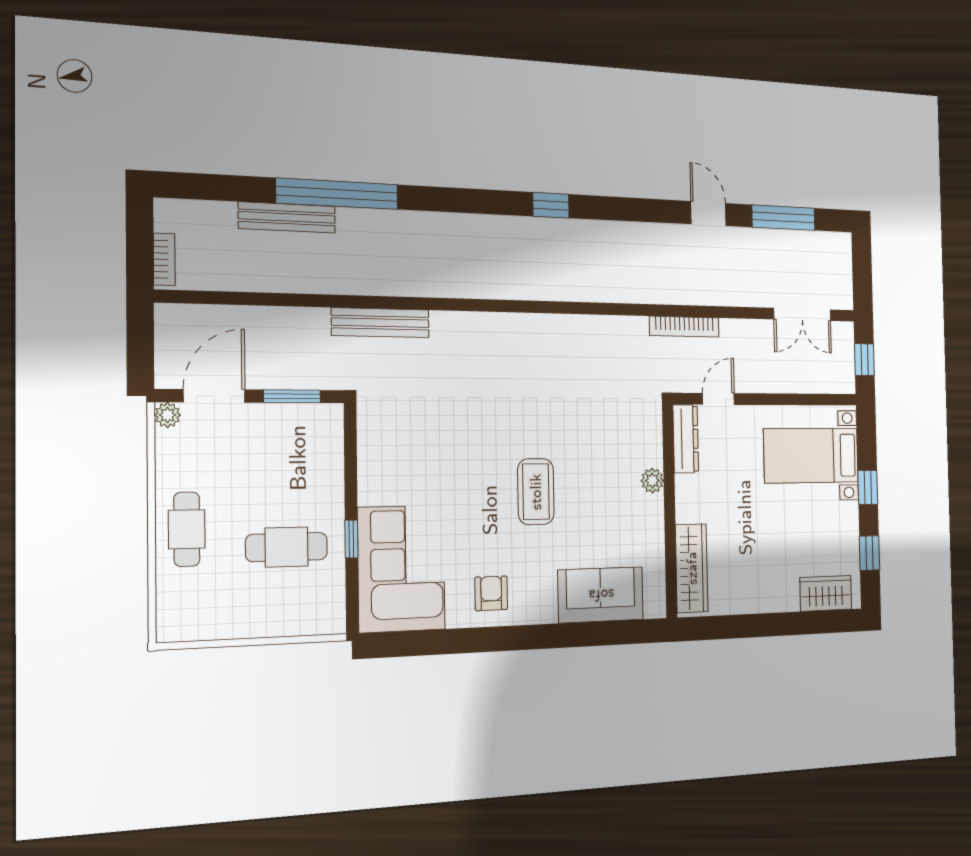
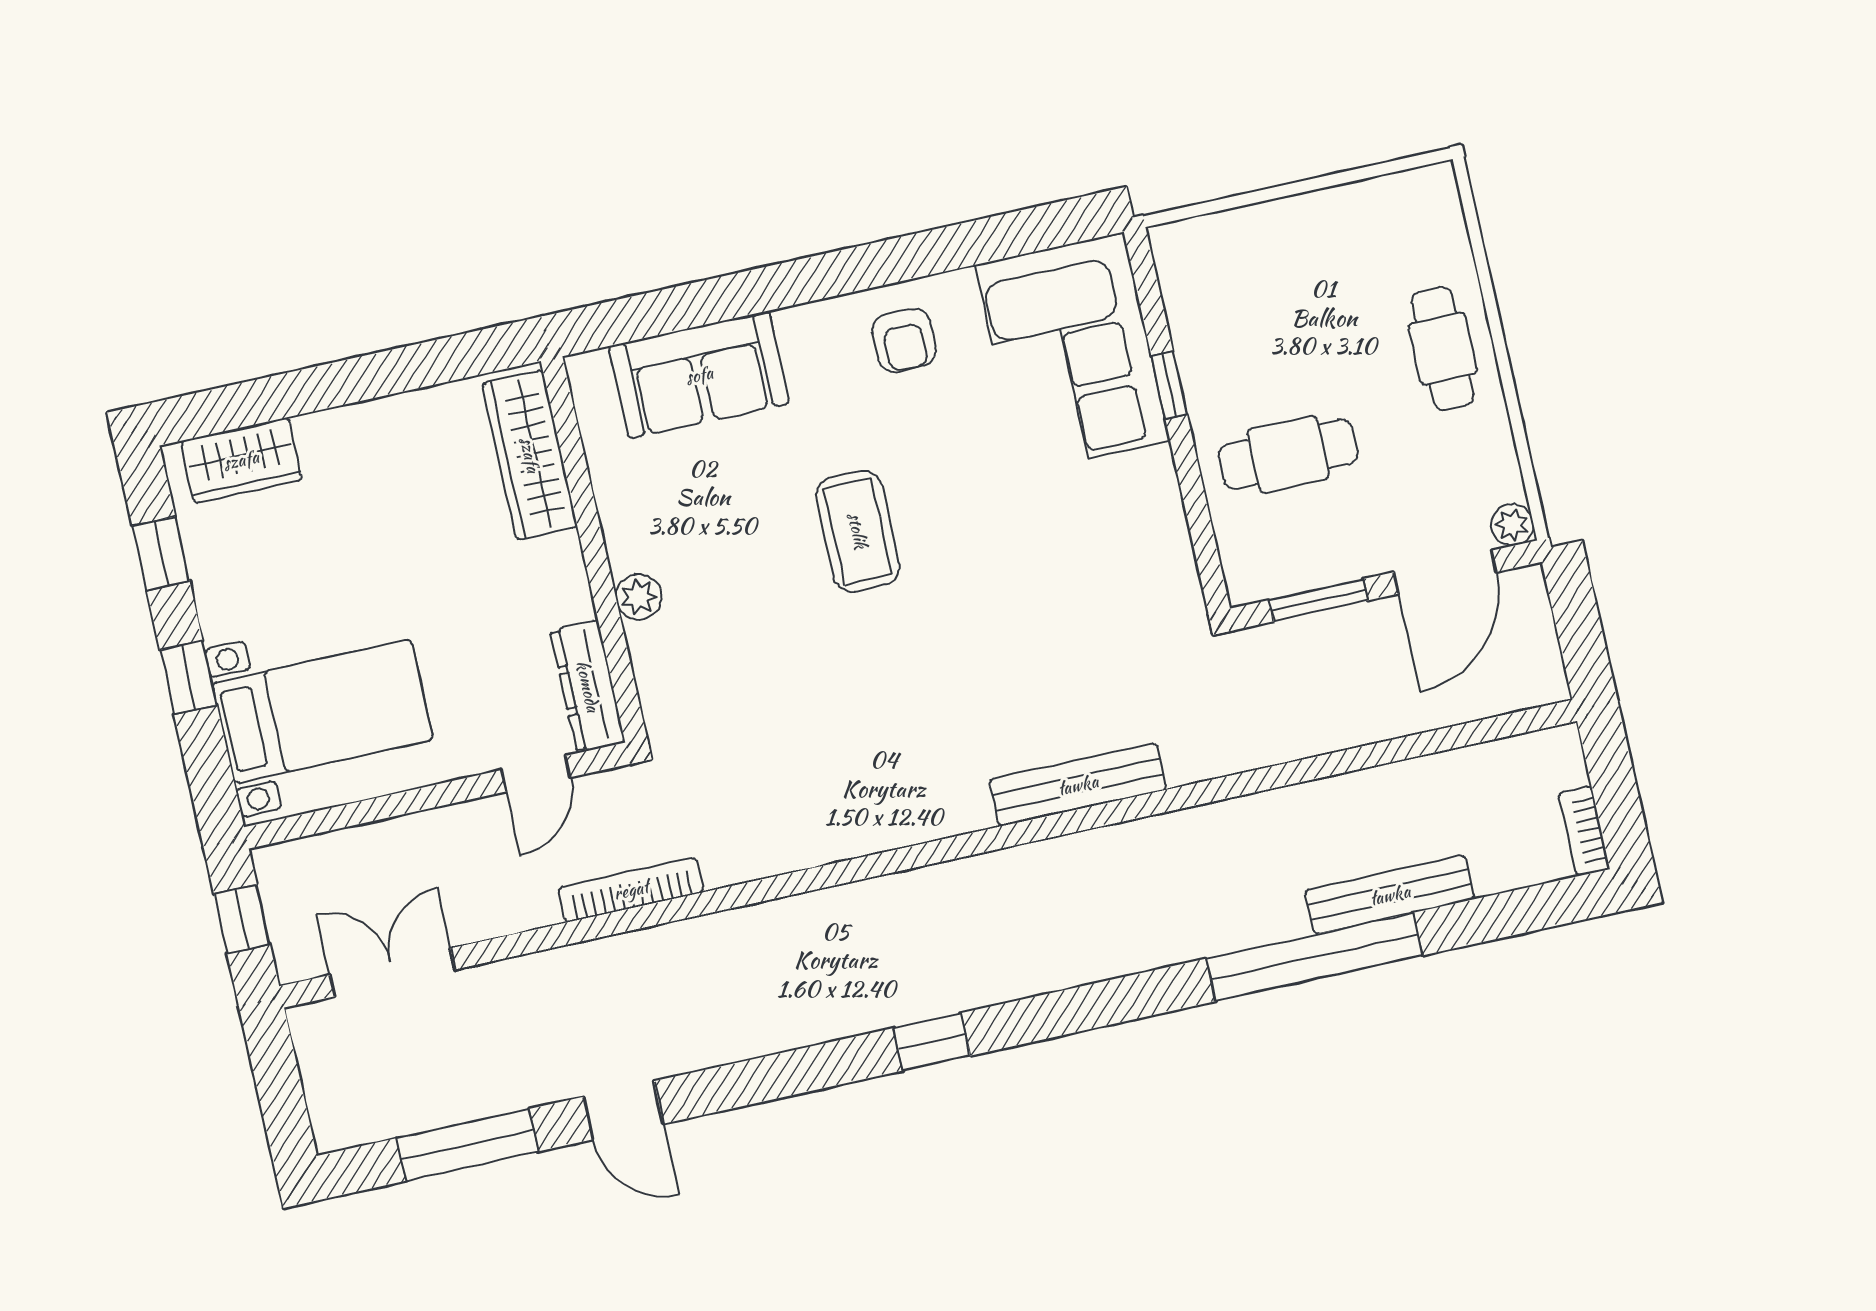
bookcase: (164, 259) -> (1584, 831), moved
bench: (380, 323) -> (1078, 785), moved
cafe table: (287, 547) -> (1288, 454), moved

